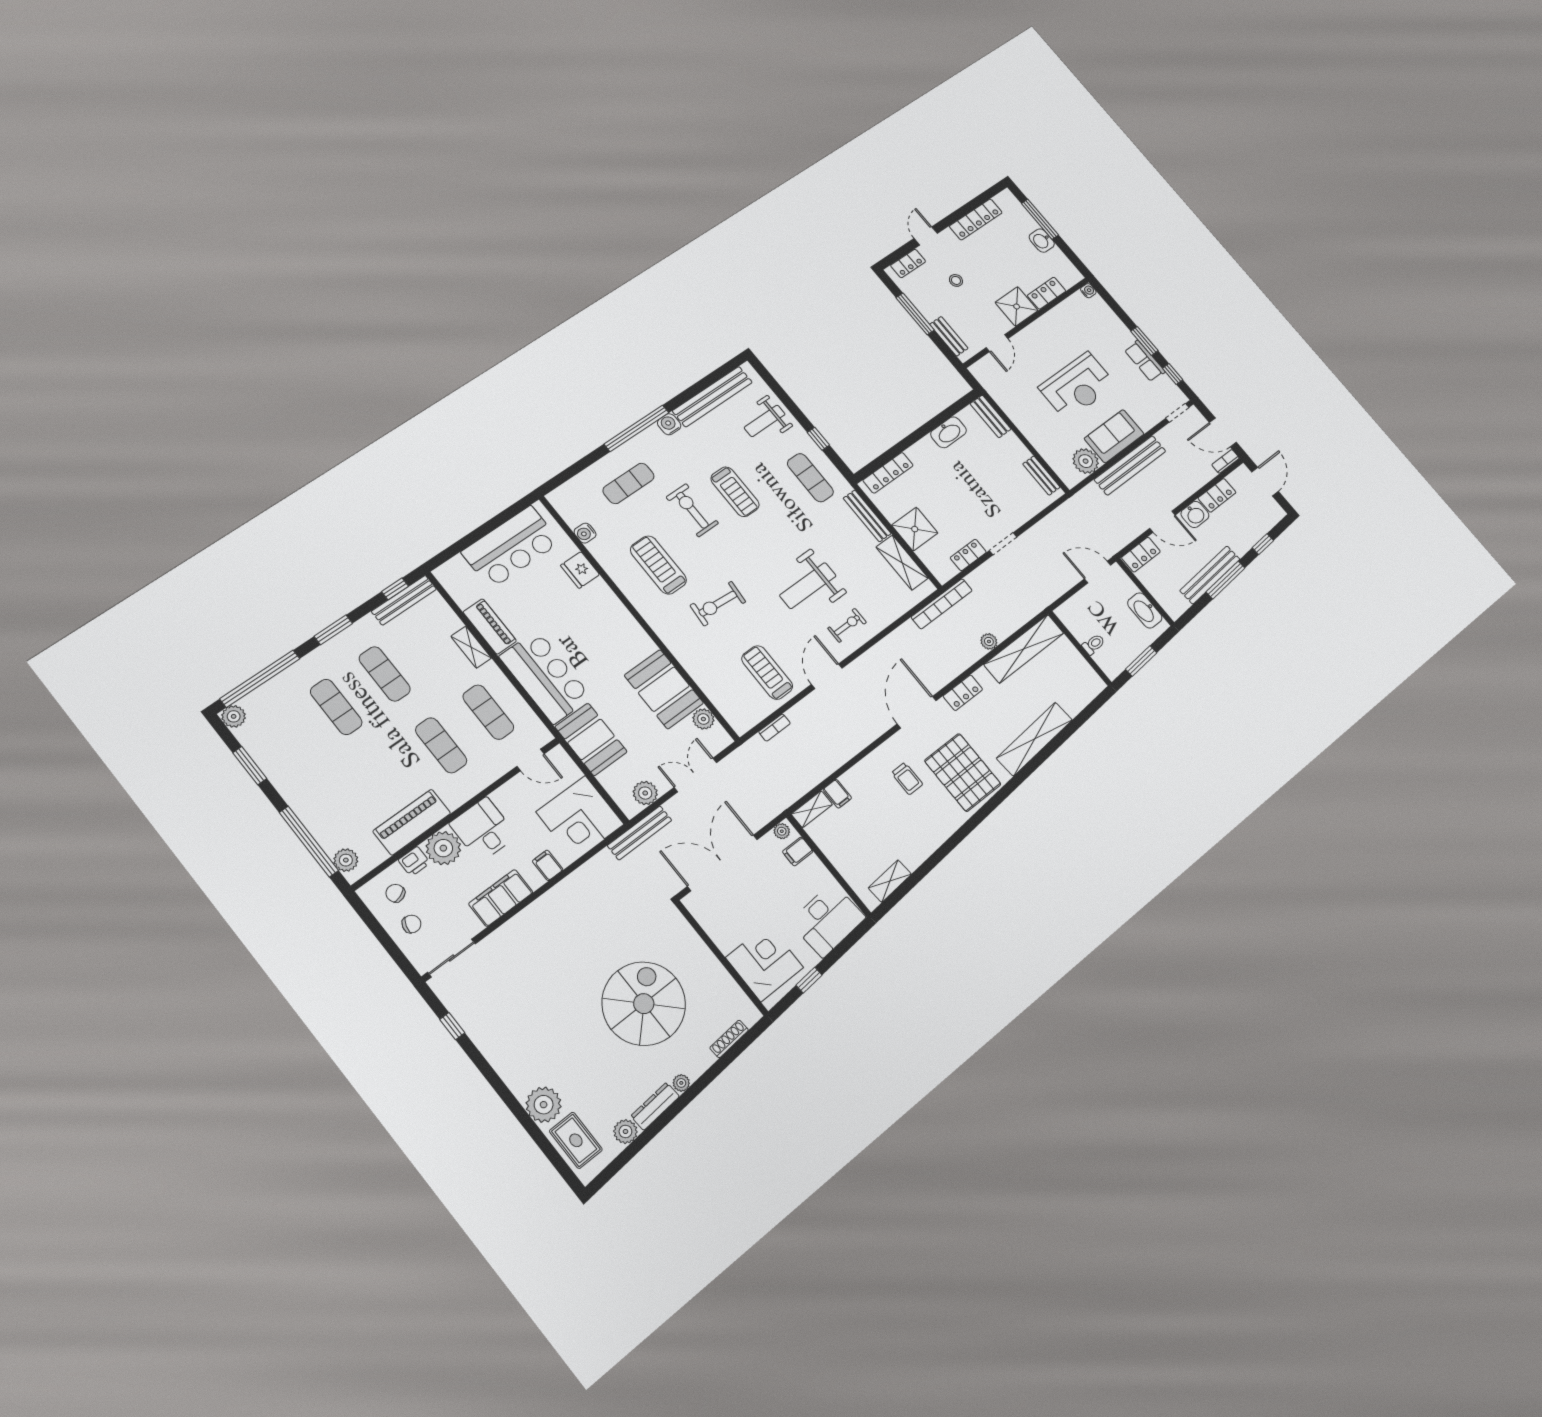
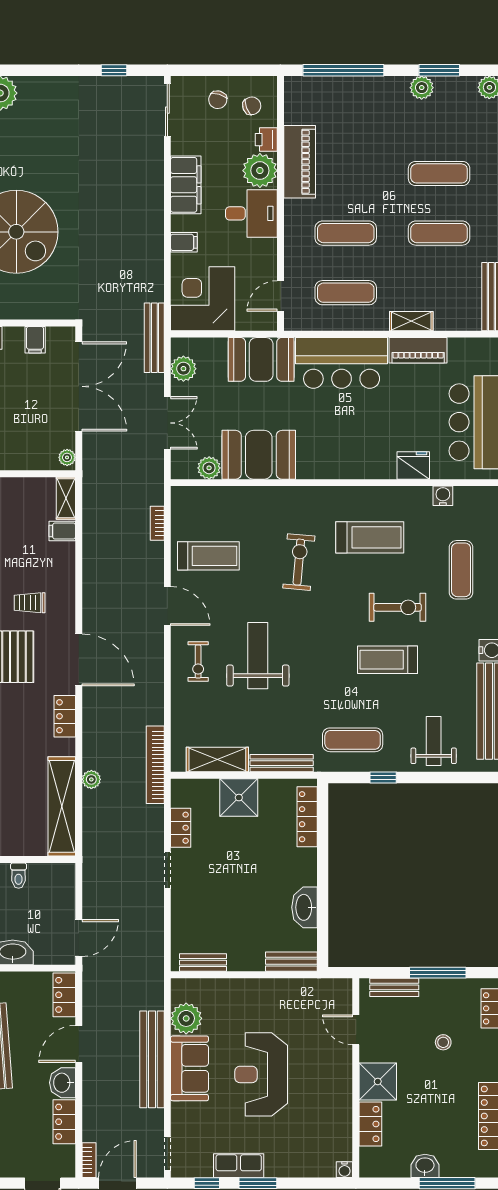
filing cabinet: (798, 851) -> (35, 340), moved, turned 180
plant: (346, 860) -> (422, 88), moved

